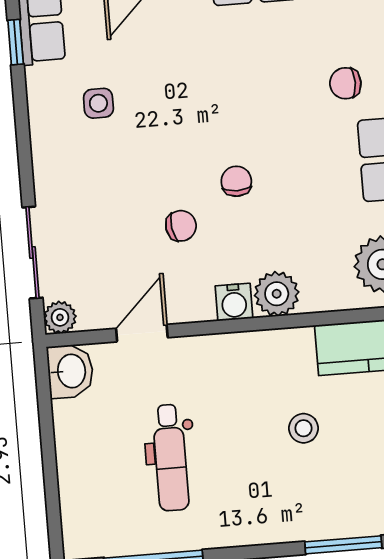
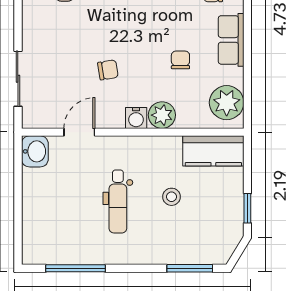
chair: (236, 181) -> (180, 60), moved
plant: (60, 317) -> (31, 119), removed
dental chair: (171, 458) -> (118, 202), moved

